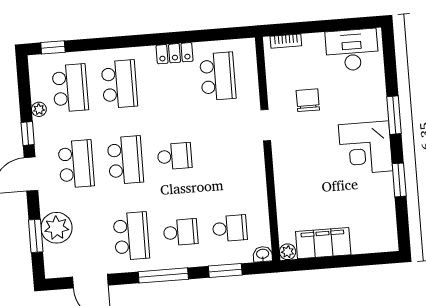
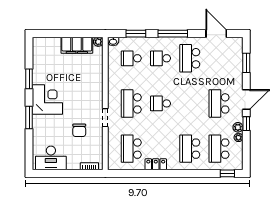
school desk: (125, 160) -> (131, 103), moved
plant: (57, 228) -> (238, 127), moved, width x0.53, depth x0.53

